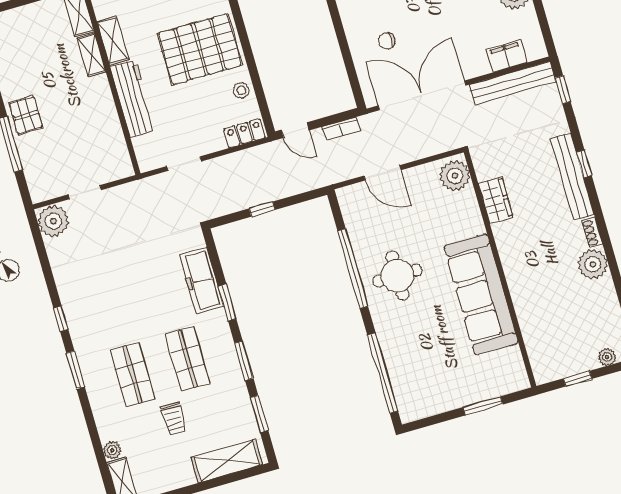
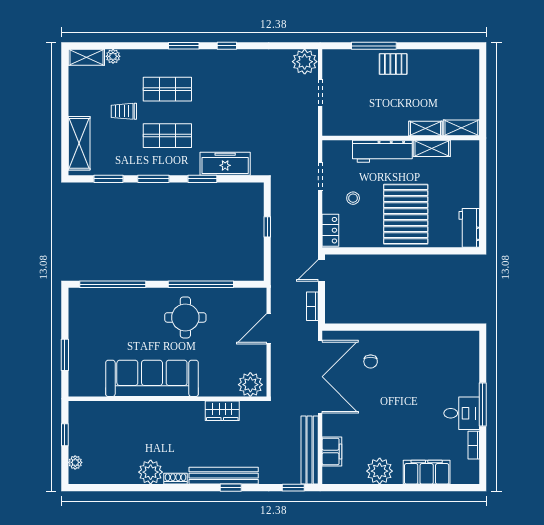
chair: (387, 41) -> (371, 362), turned 180
stool: (241, 90) -> (353, 198), moved

